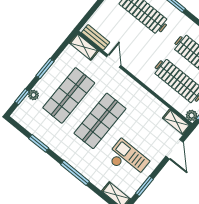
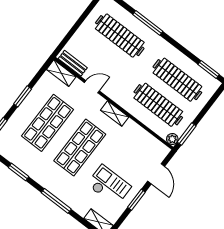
door: (114, 61) -> (92, 87), hinge flipped
plant: (34, 95) -> (12, 123), removed
shelving: (176, 122) -> (115, 114), moved
window: (144, 186) -> (136, 200), moved

